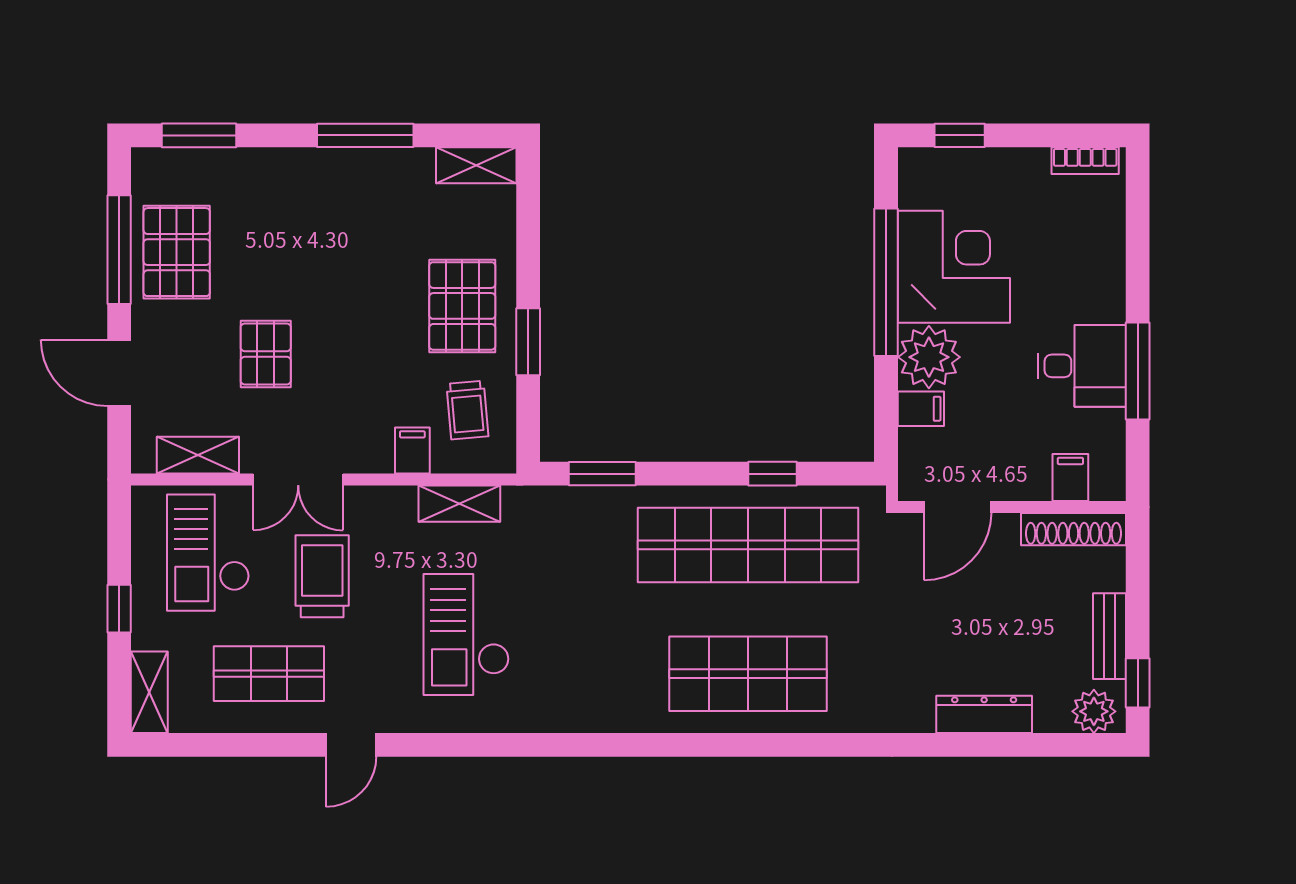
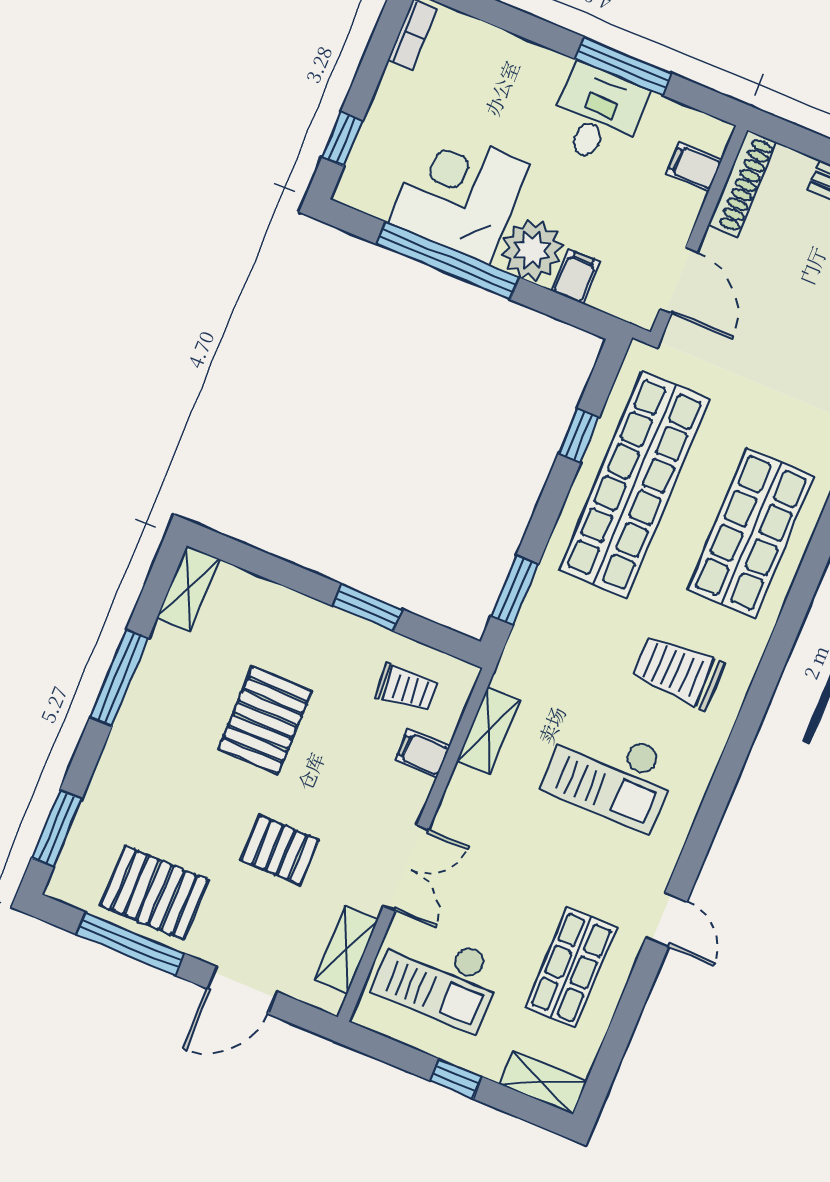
pallet: (462, 306) -> (265, 720), moved, turned 90
trolley: (322, 576) -> (678, 672), moved

